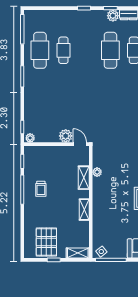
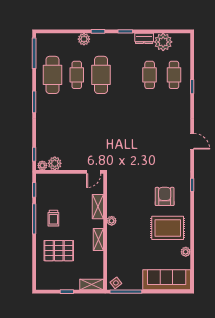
plant: (113, 16) -> (84, 39), moved
cafe table: (110, 50) -> (101, 75), moved
plant: (66, 136) -> (55, 163), moved
door: (80, 144) -> (94, 172), swing flipped
plant: (97, 172) -> (112, 221), moved
pallet: (46, 242) -> (59, 251), moved, turned 90

